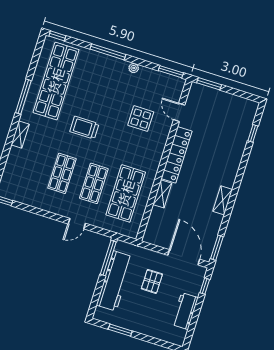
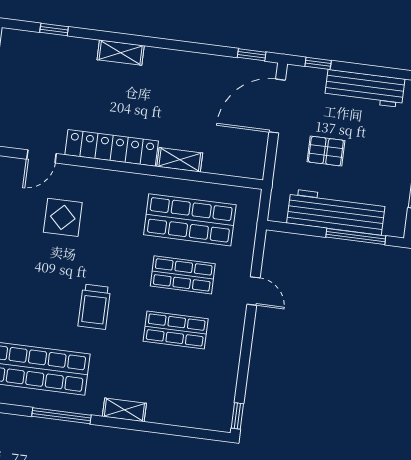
shelving: (223, 200) -> (121, 53), moved
window: (217, 248) -> (252, 55), width x0.67
window: (108, 258) -> (356, 236), moved
workbench: (185, 311) -> (365, 88), width x1.38

